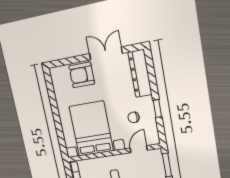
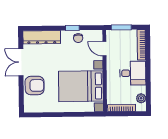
armchair: (82, 75) -> (35, 86), turned -90
chair: (134, 117) -> (78, 38), moved

